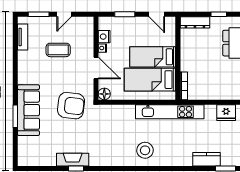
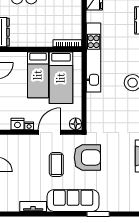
tv unit: (23, 37) -> (33, 206), moved
coffee table: (58, 50) -> (56, 164), moved
armchair: (71, 106) -> (87, 157), turned 83
sofa: (28, 110) -> (73, 201), moved

